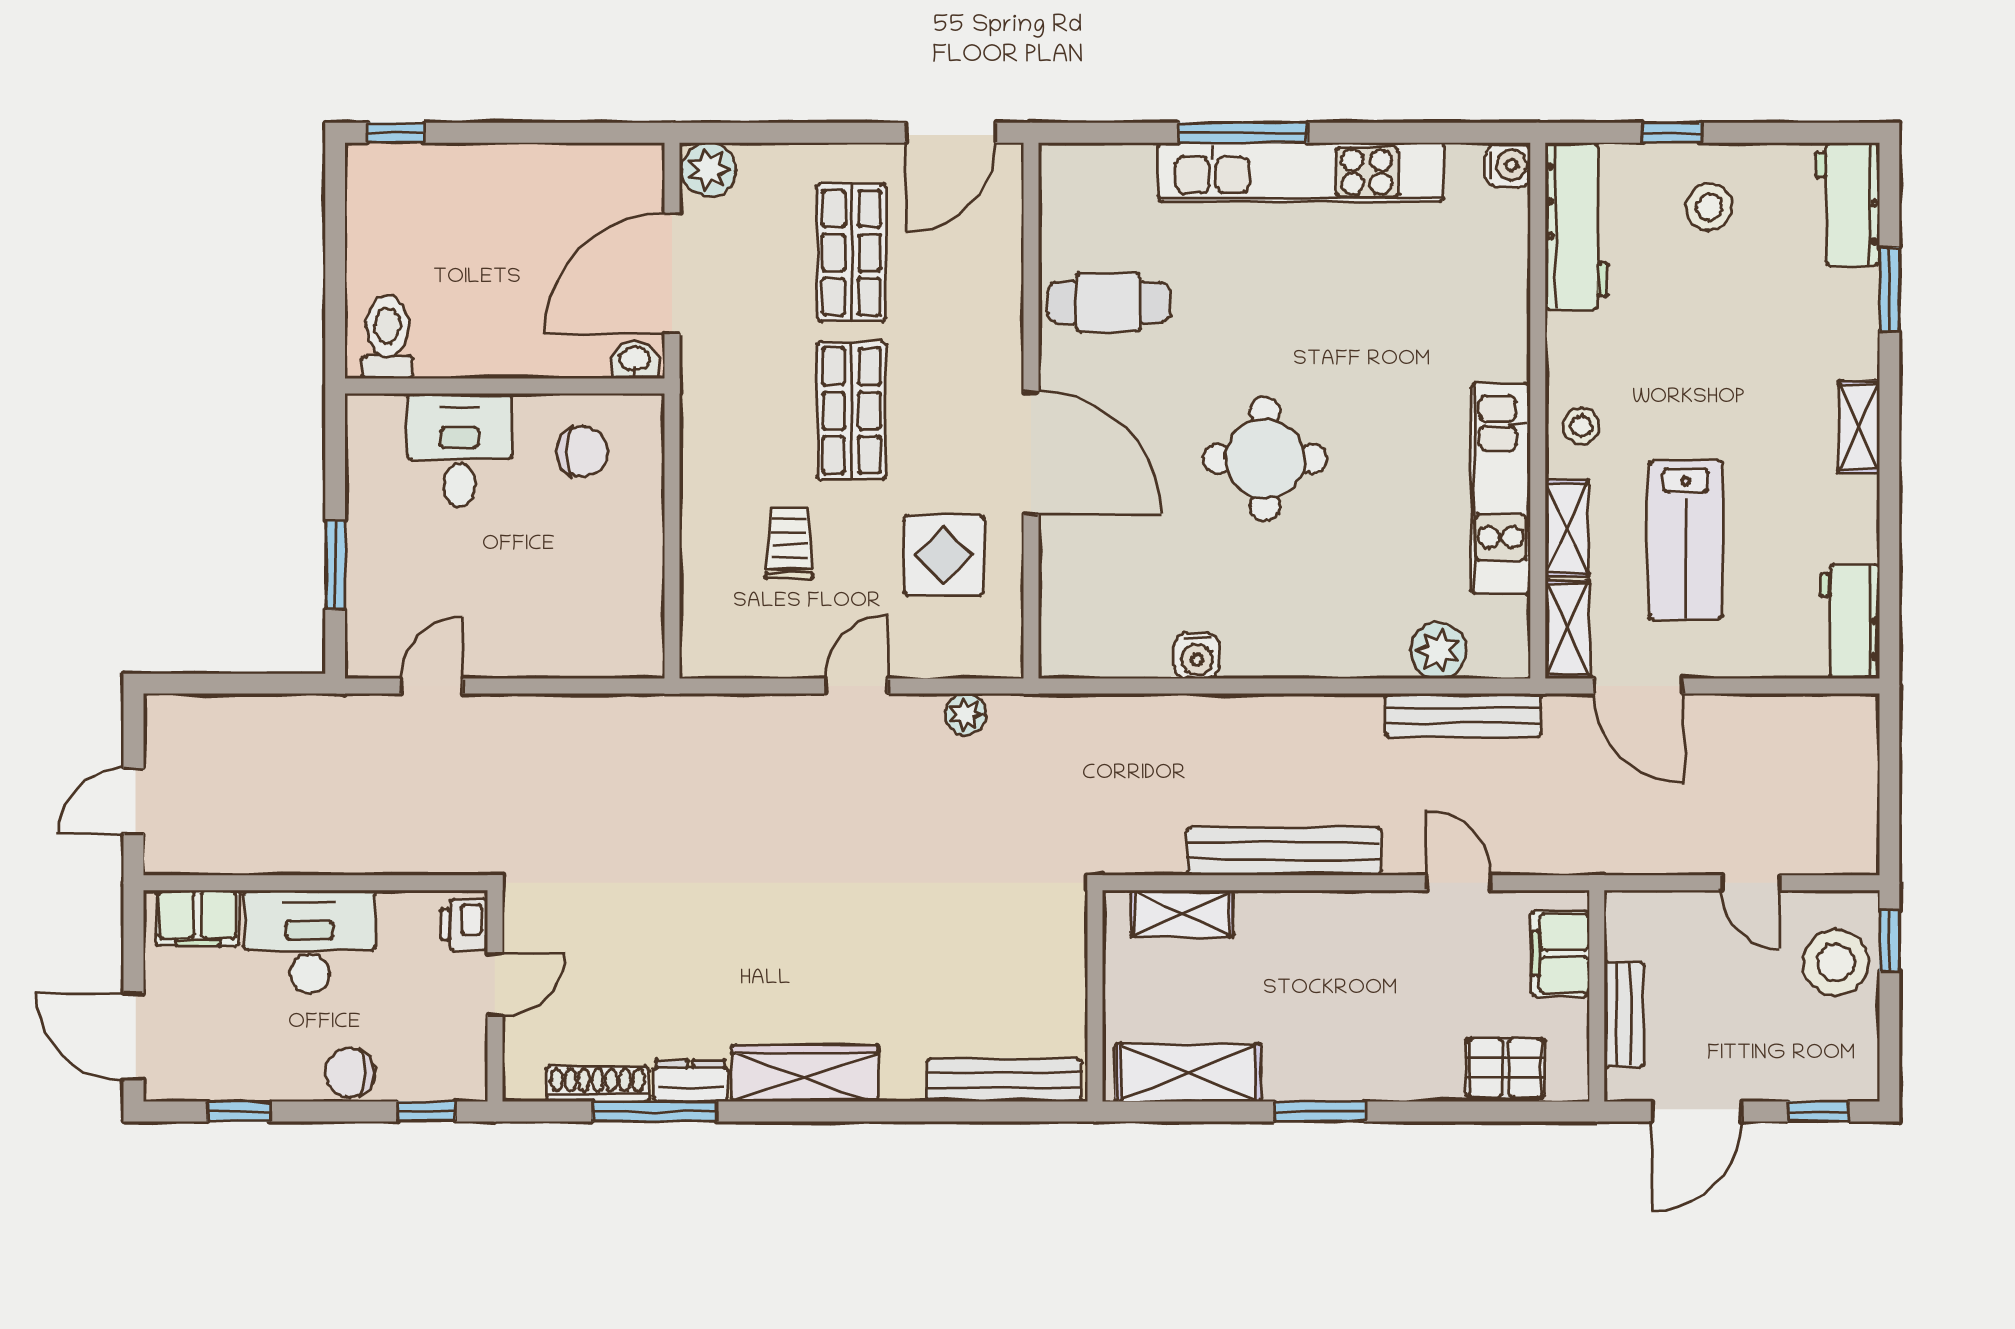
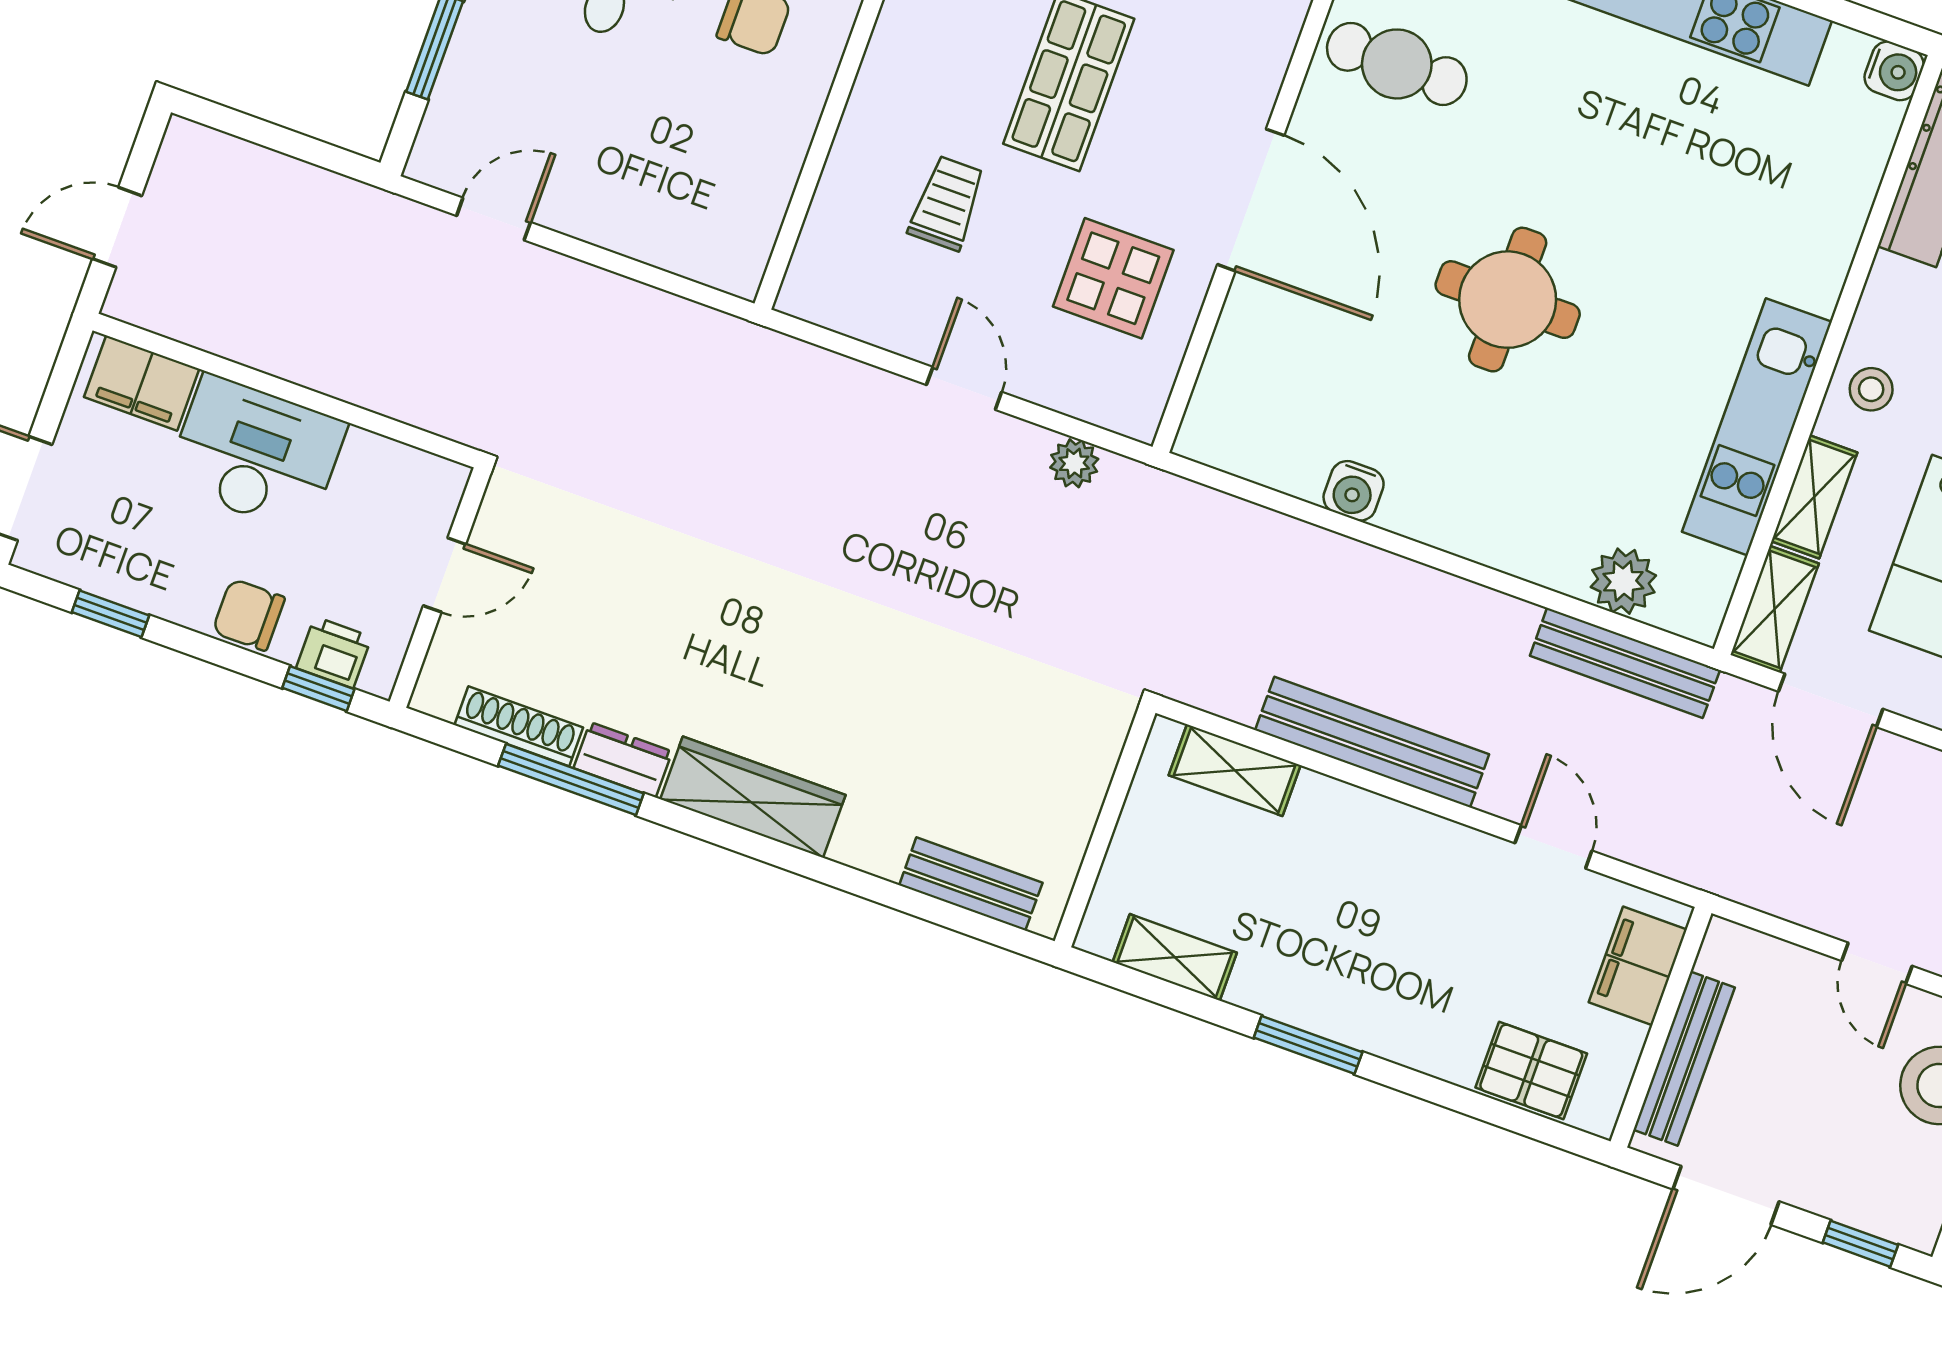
door: (856, 686) -> (964, 388), hinge flipped
printer: (464, 925) -> (334, 652), moved, turned 90
bench: (1624, 1014) -> (1684, 1059), width x1.36
shelving: (1188, 1073) -> (1175, 957), width x0.67, depth x0.75
bench: (1004, 1080) -> (971, 884), width x0.73

